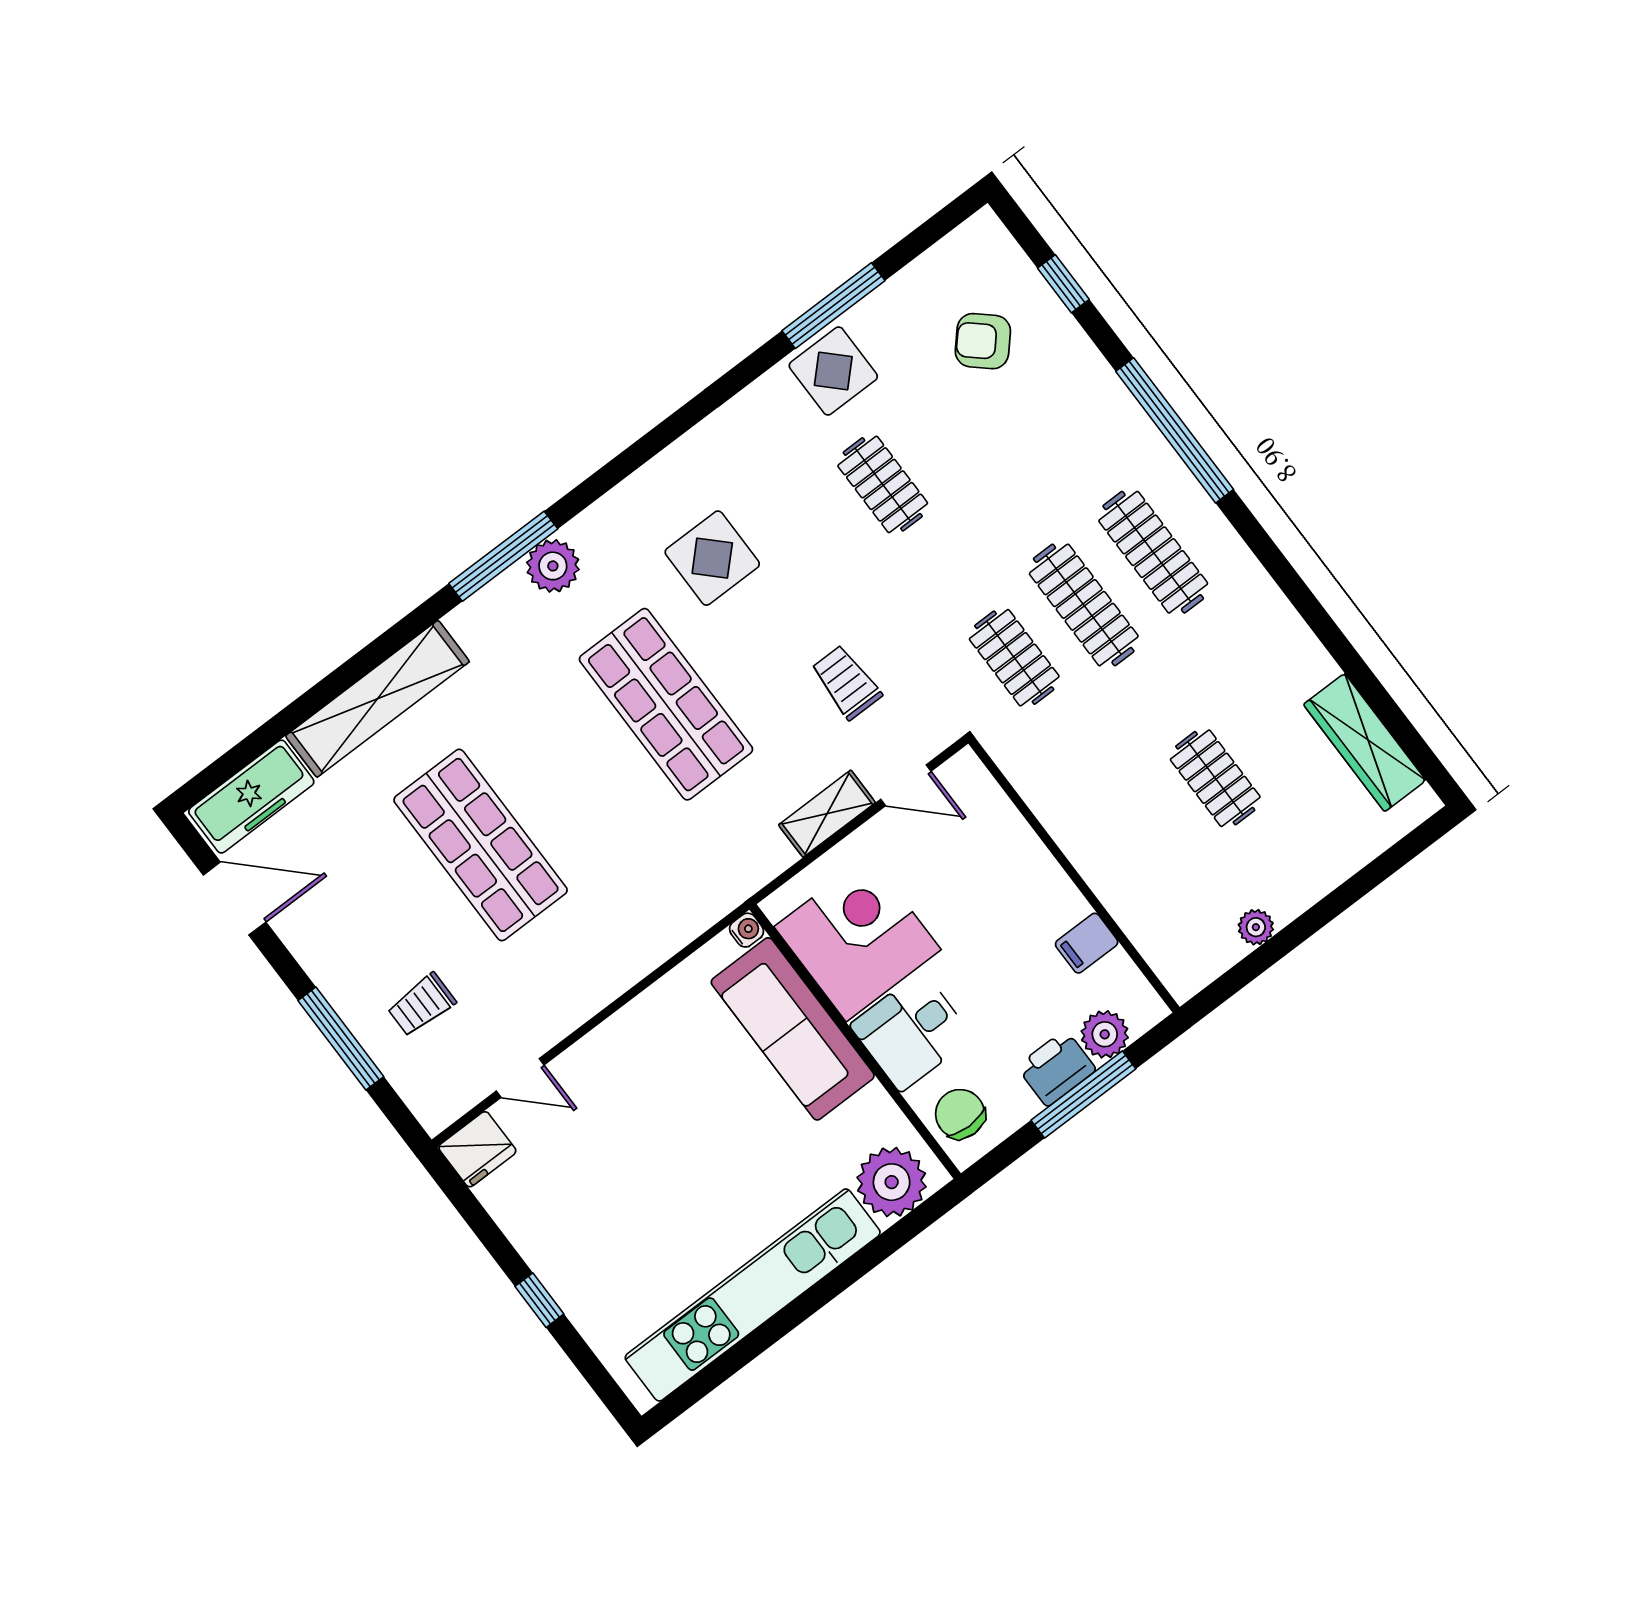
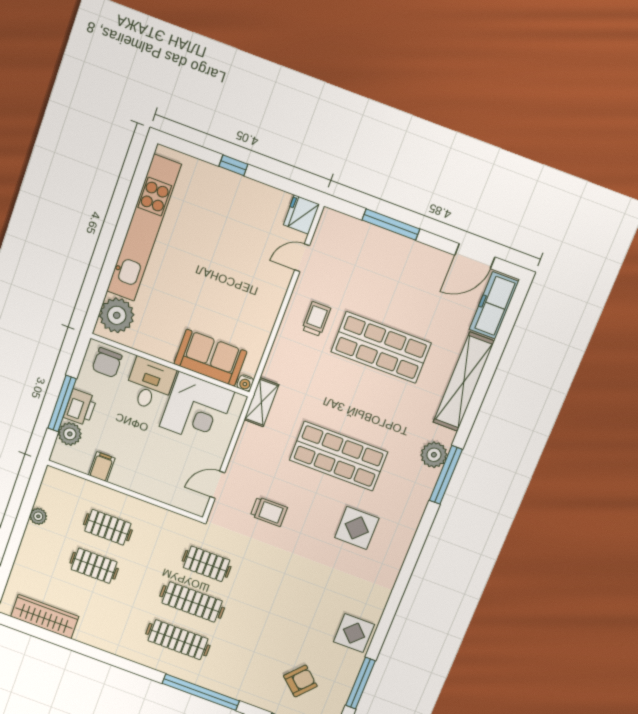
window: (833, 306) -> (360, 683), moved
clothes rail: (883, 484) -> (108, 527), moved
plant: (553, 566) -> (434, 455), moved
shelving: (827, 814) -> (261, 402), moved
trolley: (422, 1005) -> (316, 319), moved
sofa: (793, 1029) -> (210, 358), width x0.73
chair: (960, 1114) -> (107, 363), turned 90

